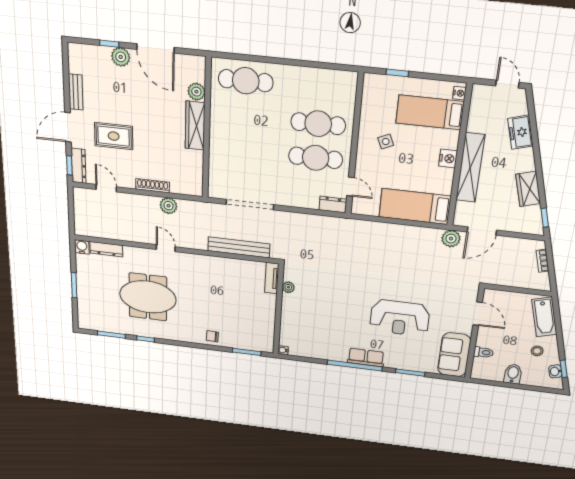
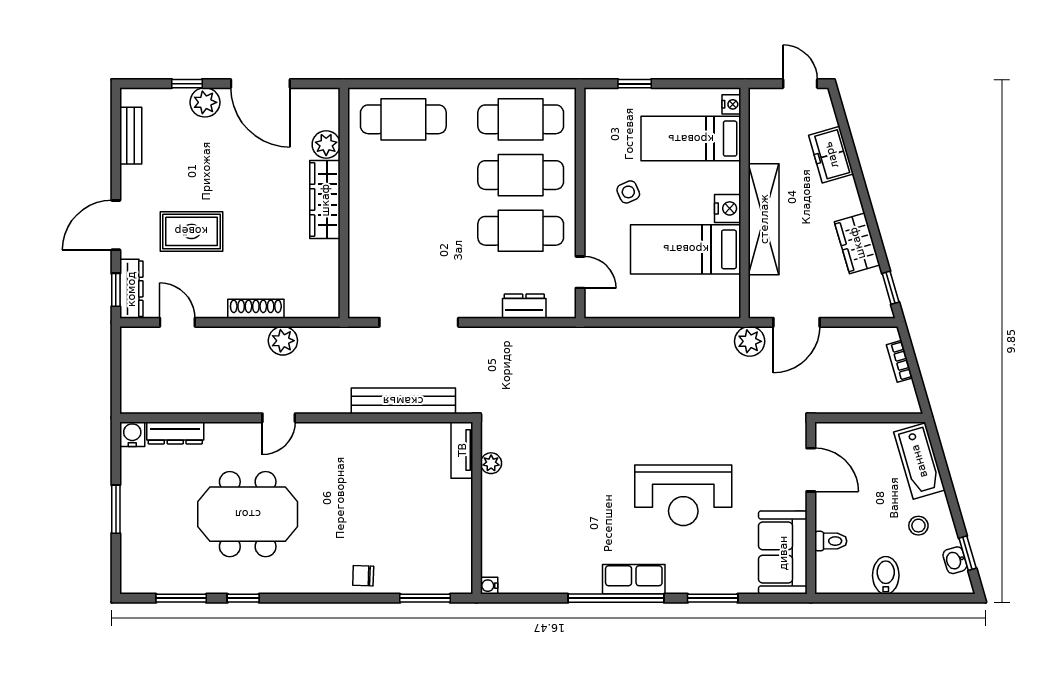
cafe table: (321, 89) -> (521, 119), added
bench: (76, 92) -> (131, 136), moved
dresser: (333, 205) -> (524, 306), moved
bed: (415, 207) -> (686, 249), moved
door: (166, 248) -> (279, 418), swing flipped

